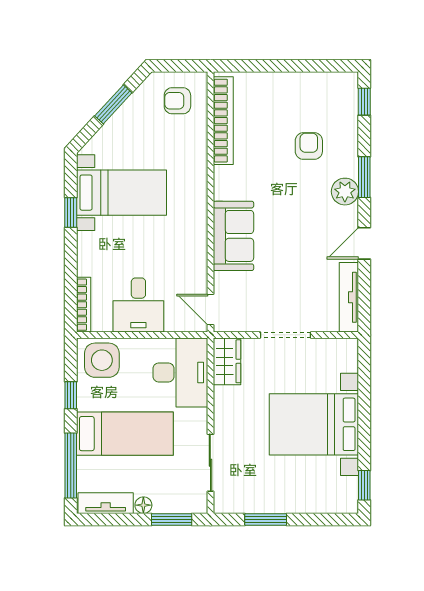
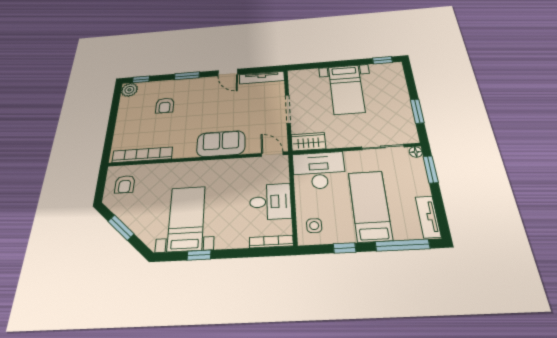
armchair: (309, 146) -> (165, 106), turned -90
plant: (345, 192) -> (129, 90), moved
door: (210, 310) -> (272, 154), swing flipped
side table: (102, 360) -> (314, 226), width x0.54, depth x0.54
bed with nightstands: (314, 424) -> (346, 89), width x0.73
floor lamp: (143, 505) -> (416, 152), moved

